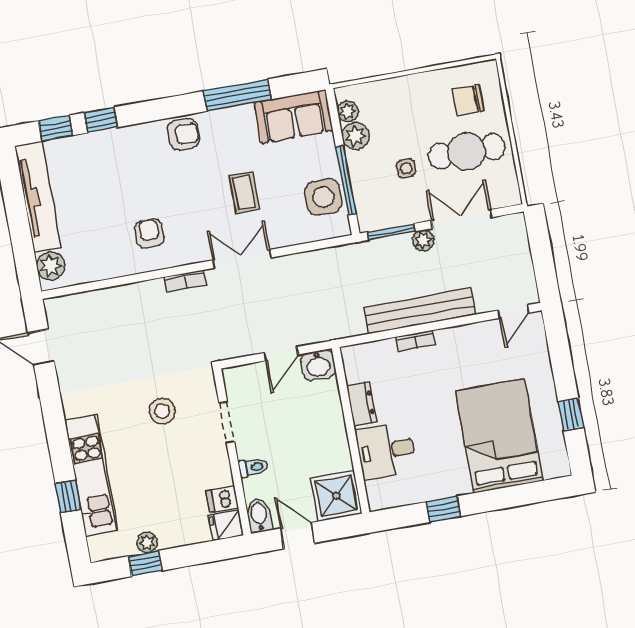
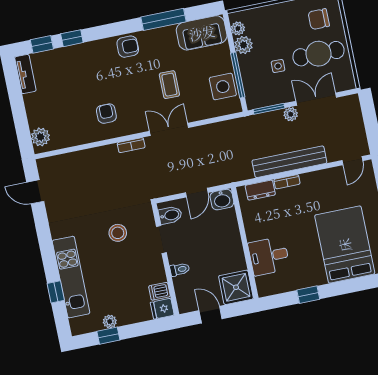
tv unit: (38, 197) -> (25, 74), width x0.52, depth x0.78
dresser: (362, 404) -> (260, 190), moved, turned 90
bidet: (259, 516) -> (170, 215), moved, turned 90

